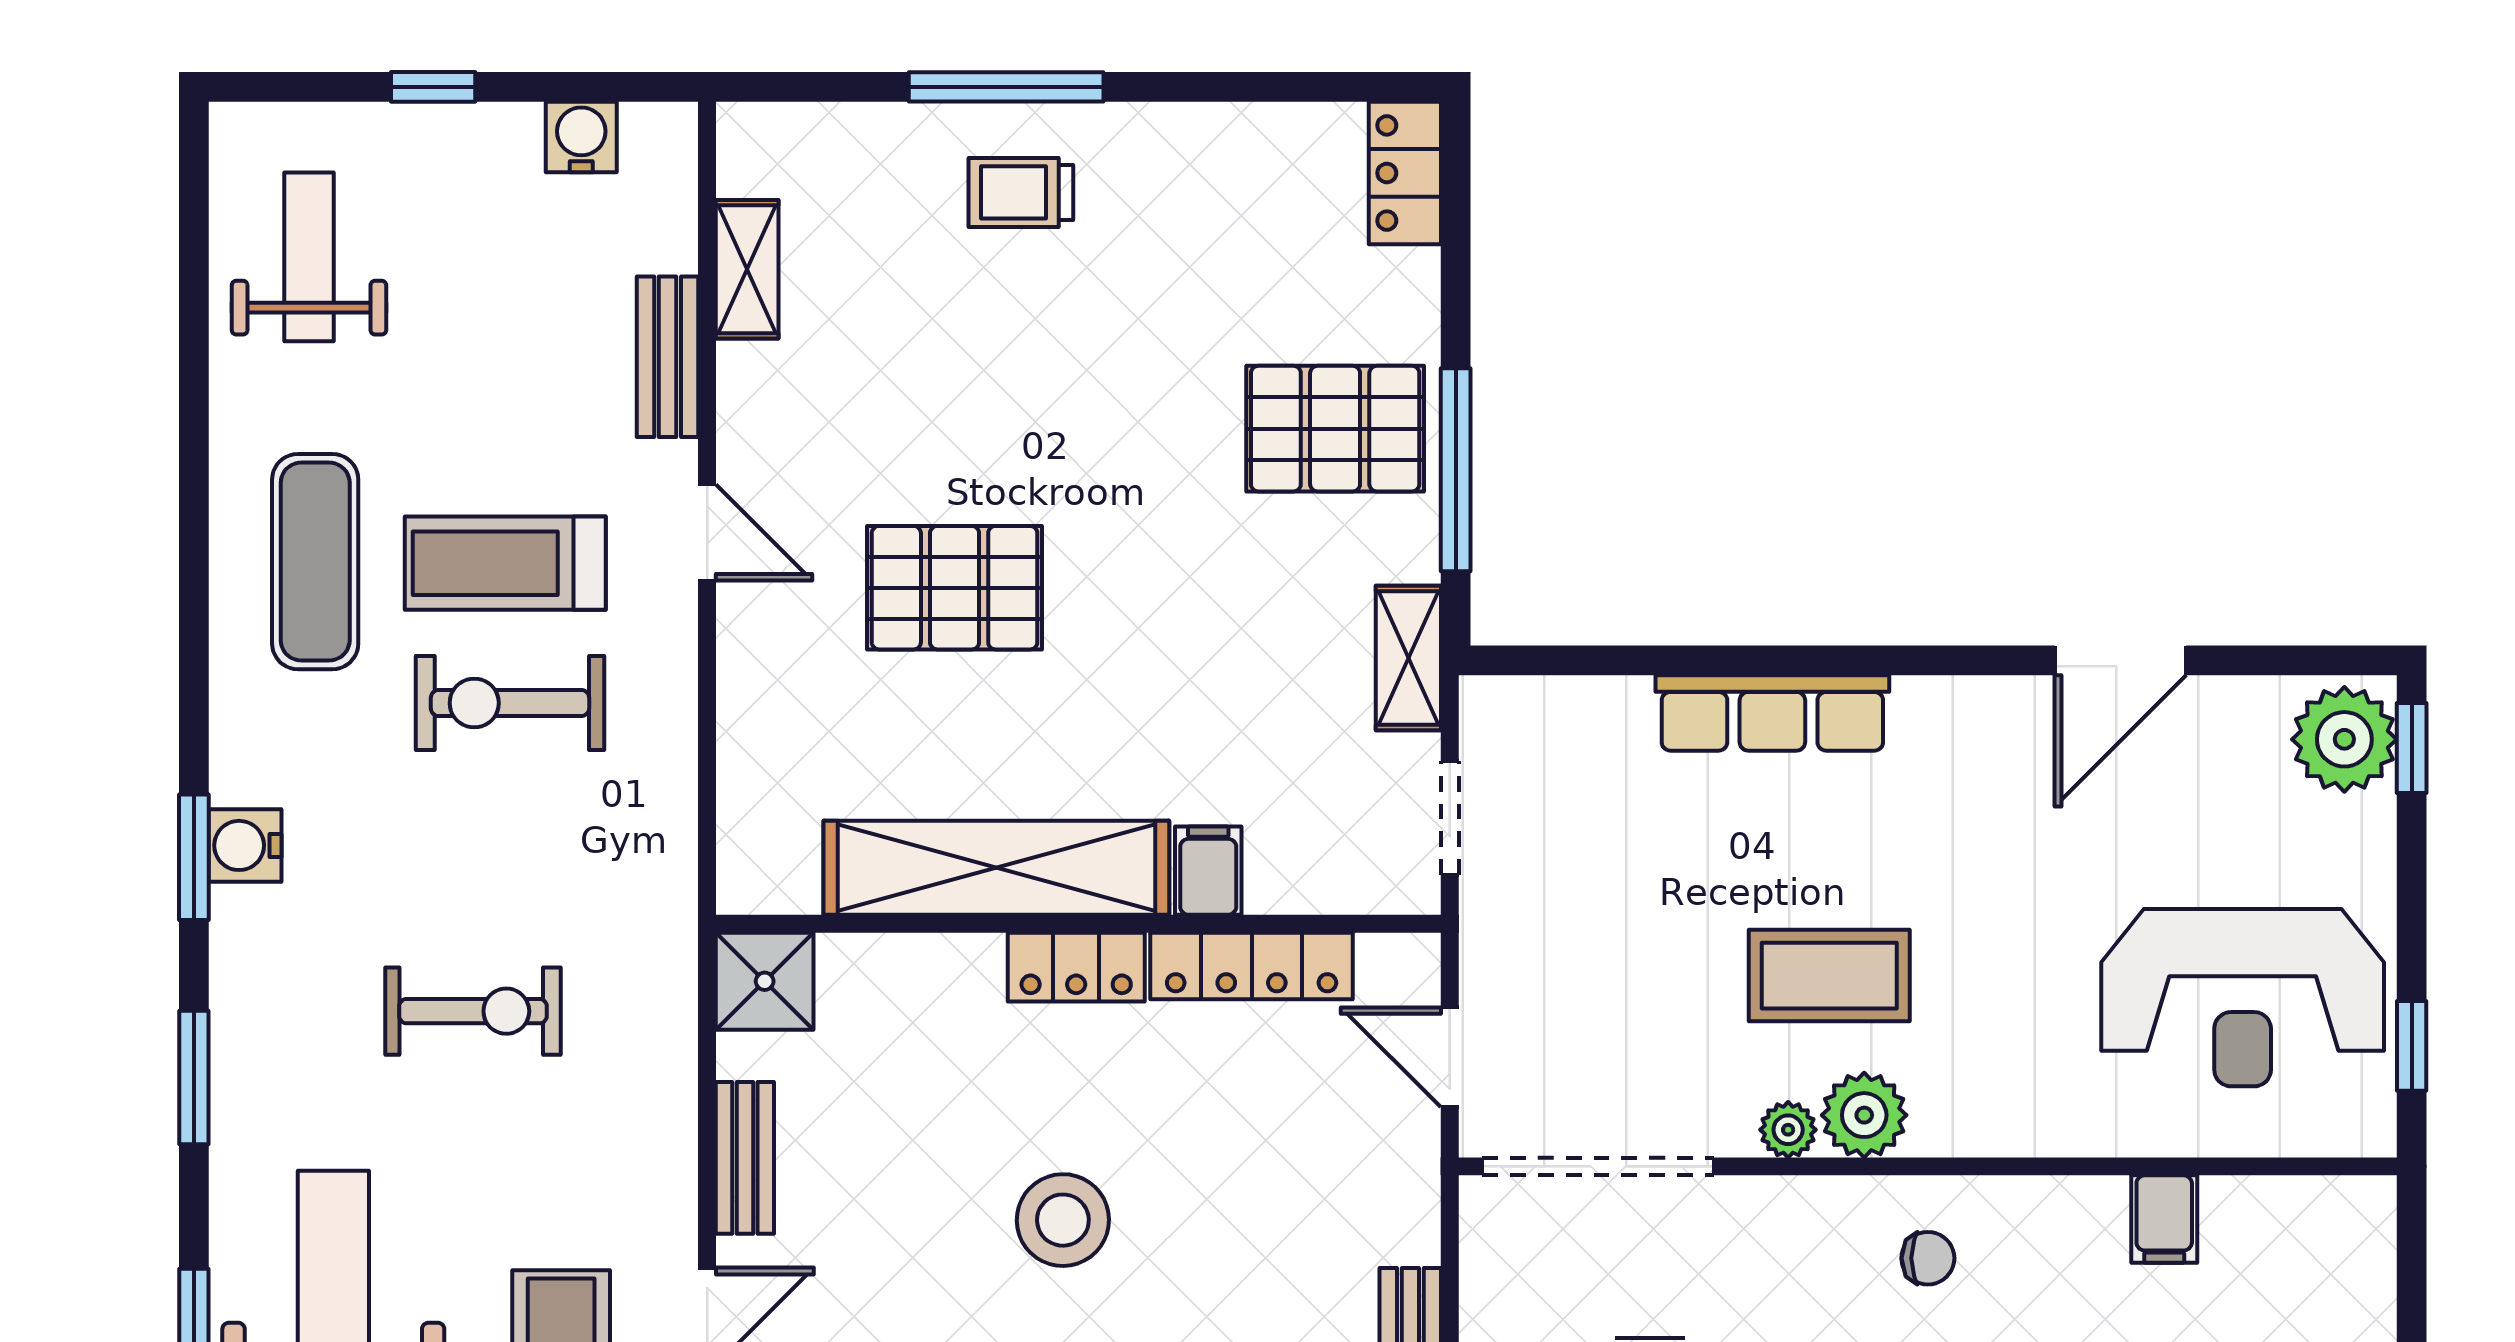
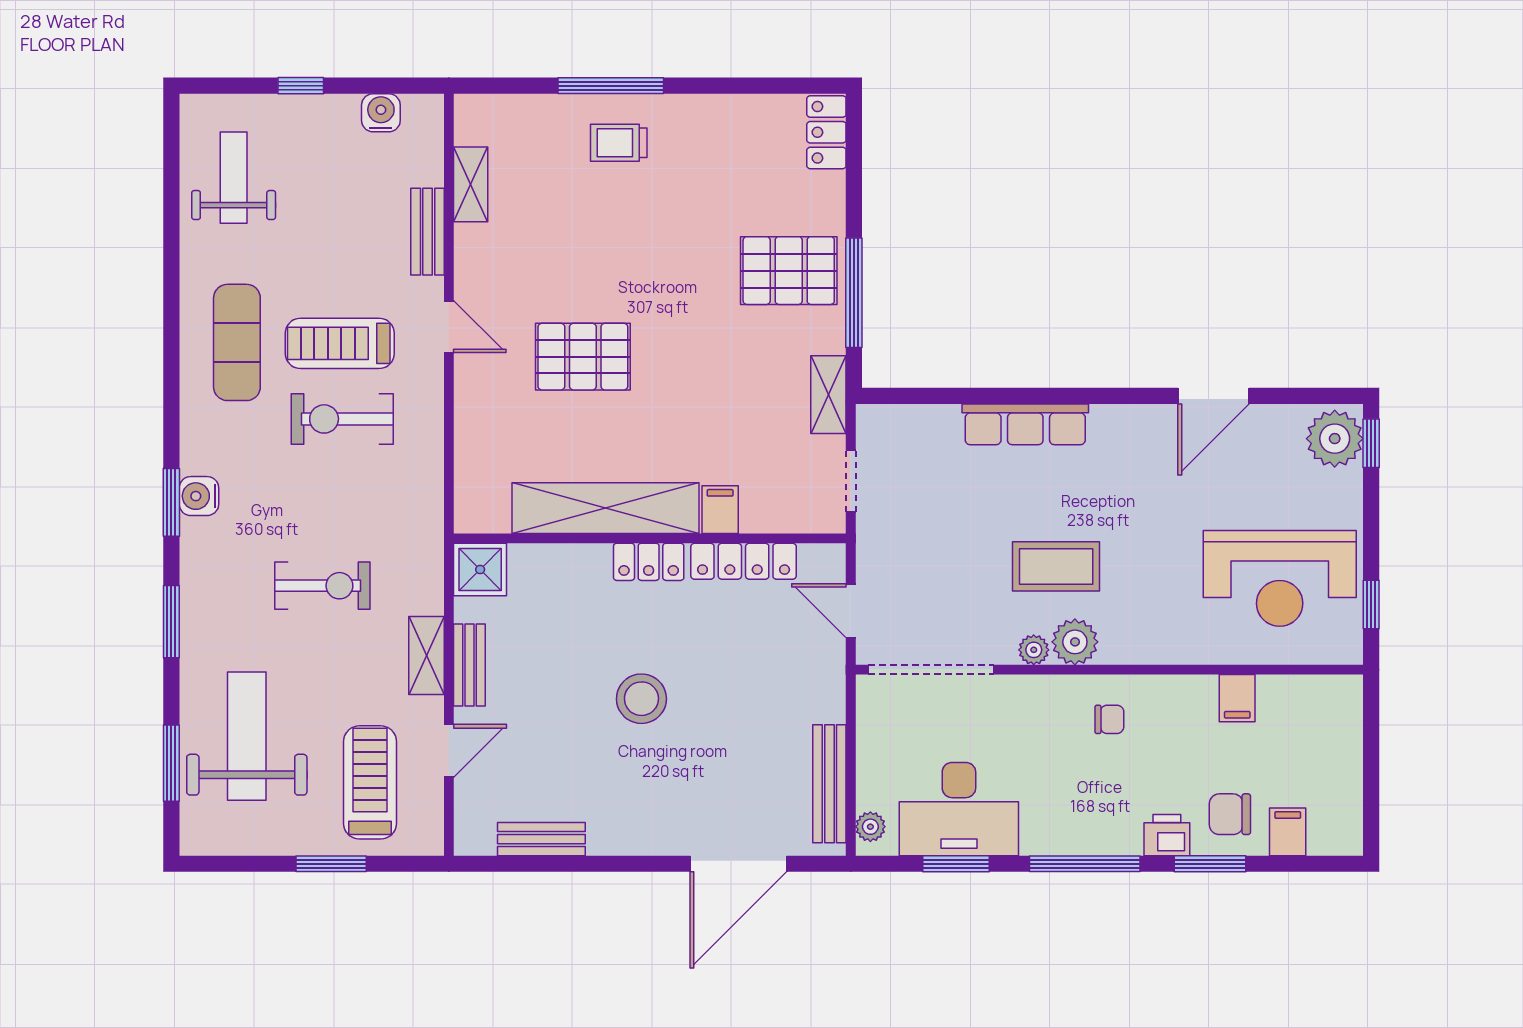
shelving: (666, 1140) -> (427, 656), added

